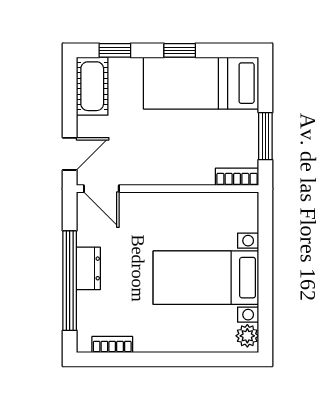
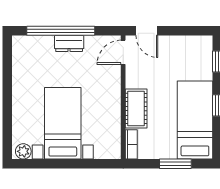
cot: (92, 86) -> (136, 109), moved, turned 90
window: (265, 136) -> (175, 164), moved
bookcase: (112, 345) -> (17, 60), removed

